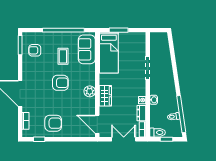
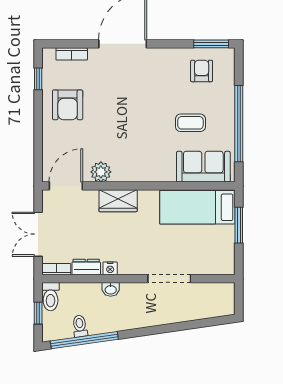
armchair: (60, 83) -> (142, 118), removed
plant: (90, 91) -> (101, 172), moved
double door: (124, 139) -> (38, 234), swing flipped

